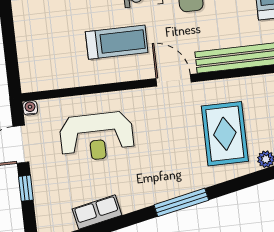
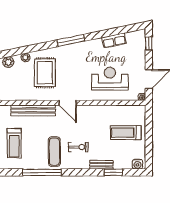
treadmill: (117, 42) -> (126, 133), moved
window: (26, 188) -> (149, 43), moved

